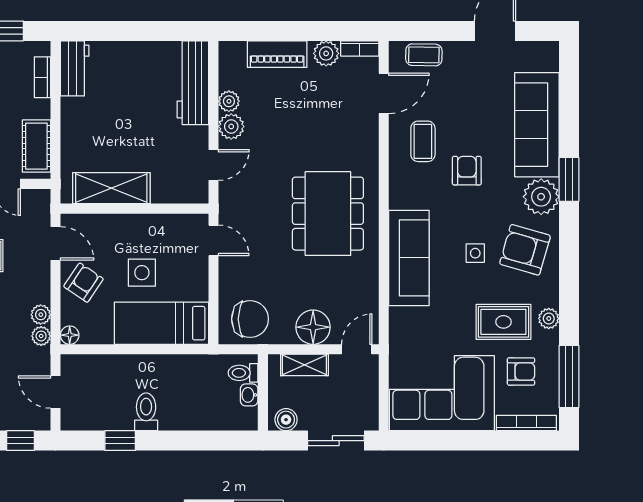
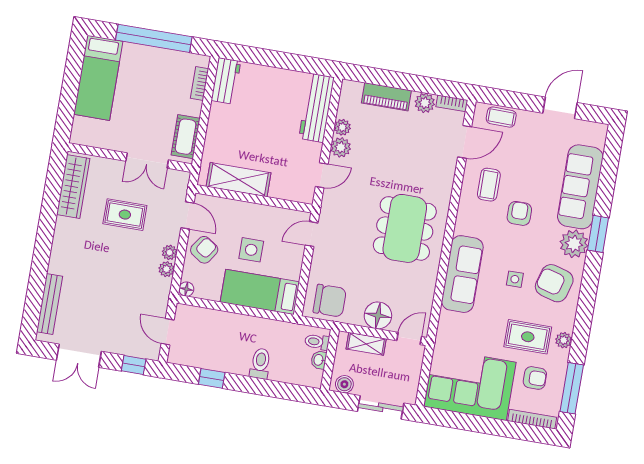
door: (214, 240) -> (312, 234), swing flipped
plant: (41, 336) -> (170, 252), moved
toilet: (146, 412) -> (260, 364), moved

